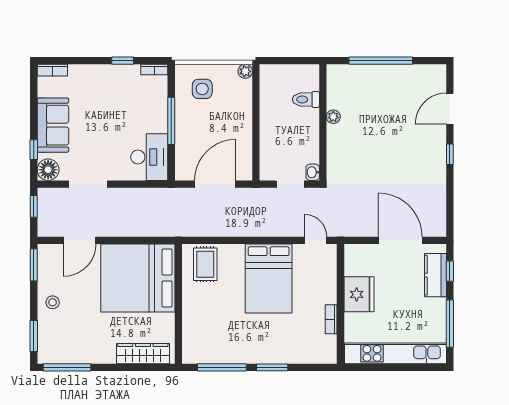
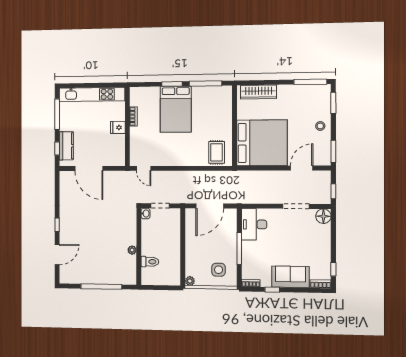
sofa: (53, 125) -> (290, 277), moved, turned 90
window: (34, 150) -> (333, 269), moved
bed: (269, 279) -> (176, 109), moved, turned 180
fridge: (359, 294) -> (118, 127), width x0.53, depth x0.75

